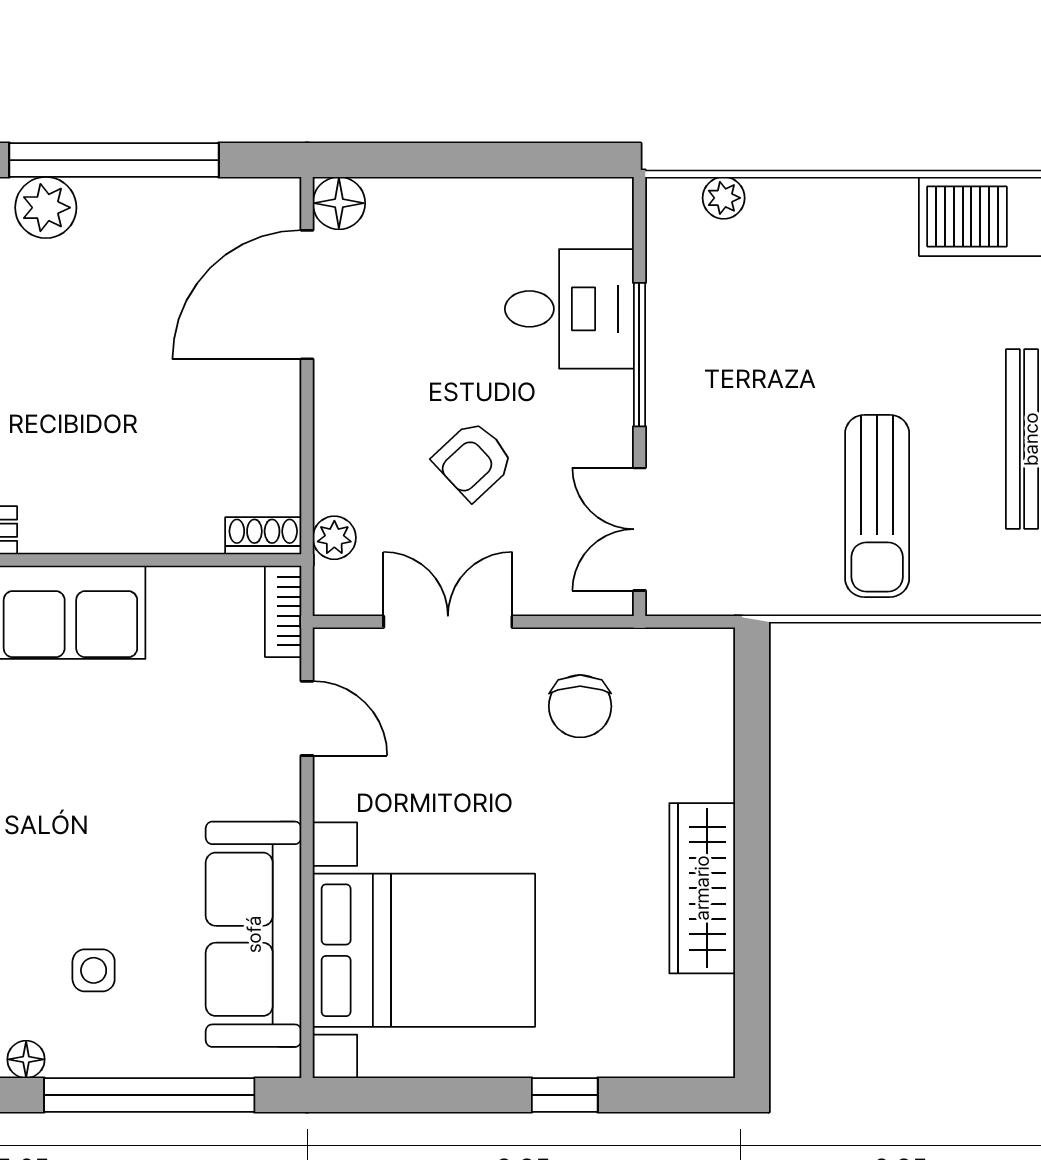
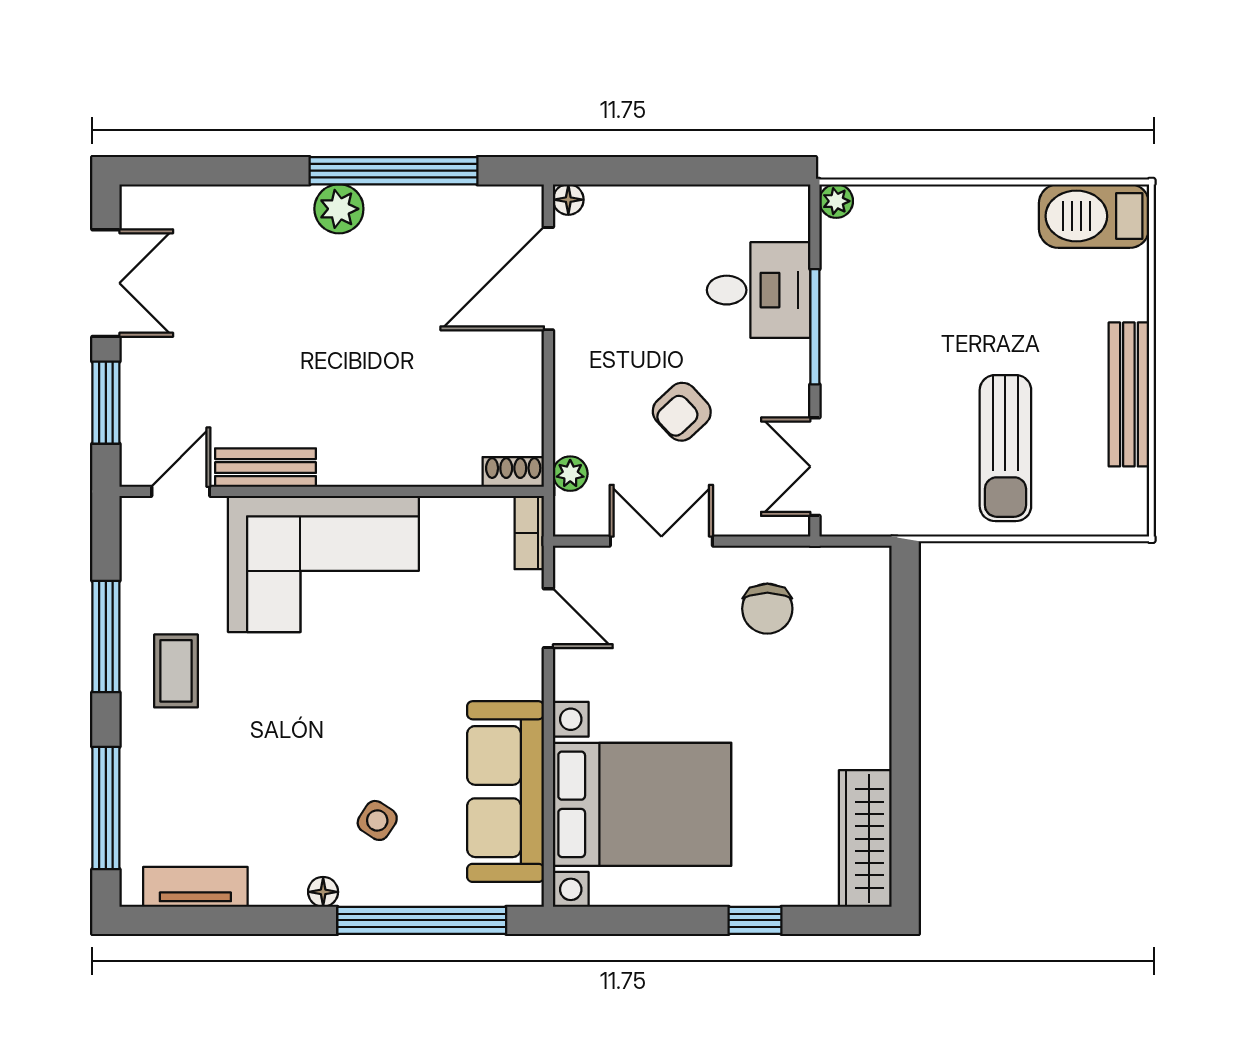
plant: (724, 198) -> (836, 201), moved
floor lamp: (339, 203) -> (568, 200), width x0.73, depth x0.73
wardrobe: (702, 888) -> (865, 839), moved
side table: (94, 970) -> (377, 820), turned 33

